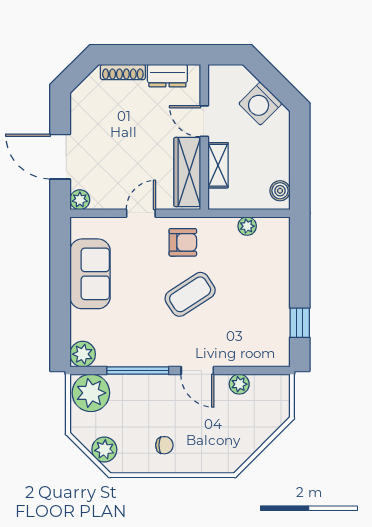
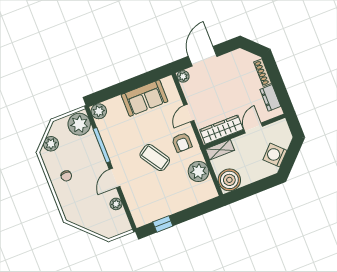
shelving: (218, 165) -> (220, 150), moved
boiler: (280, 191) -> (229, 180), width x1.86, depth x1.86
door: (141, 213) -> (189, 113), swing flipped
plant: (247, 226) -> (199, 171), width x1.88, depth x1.88

